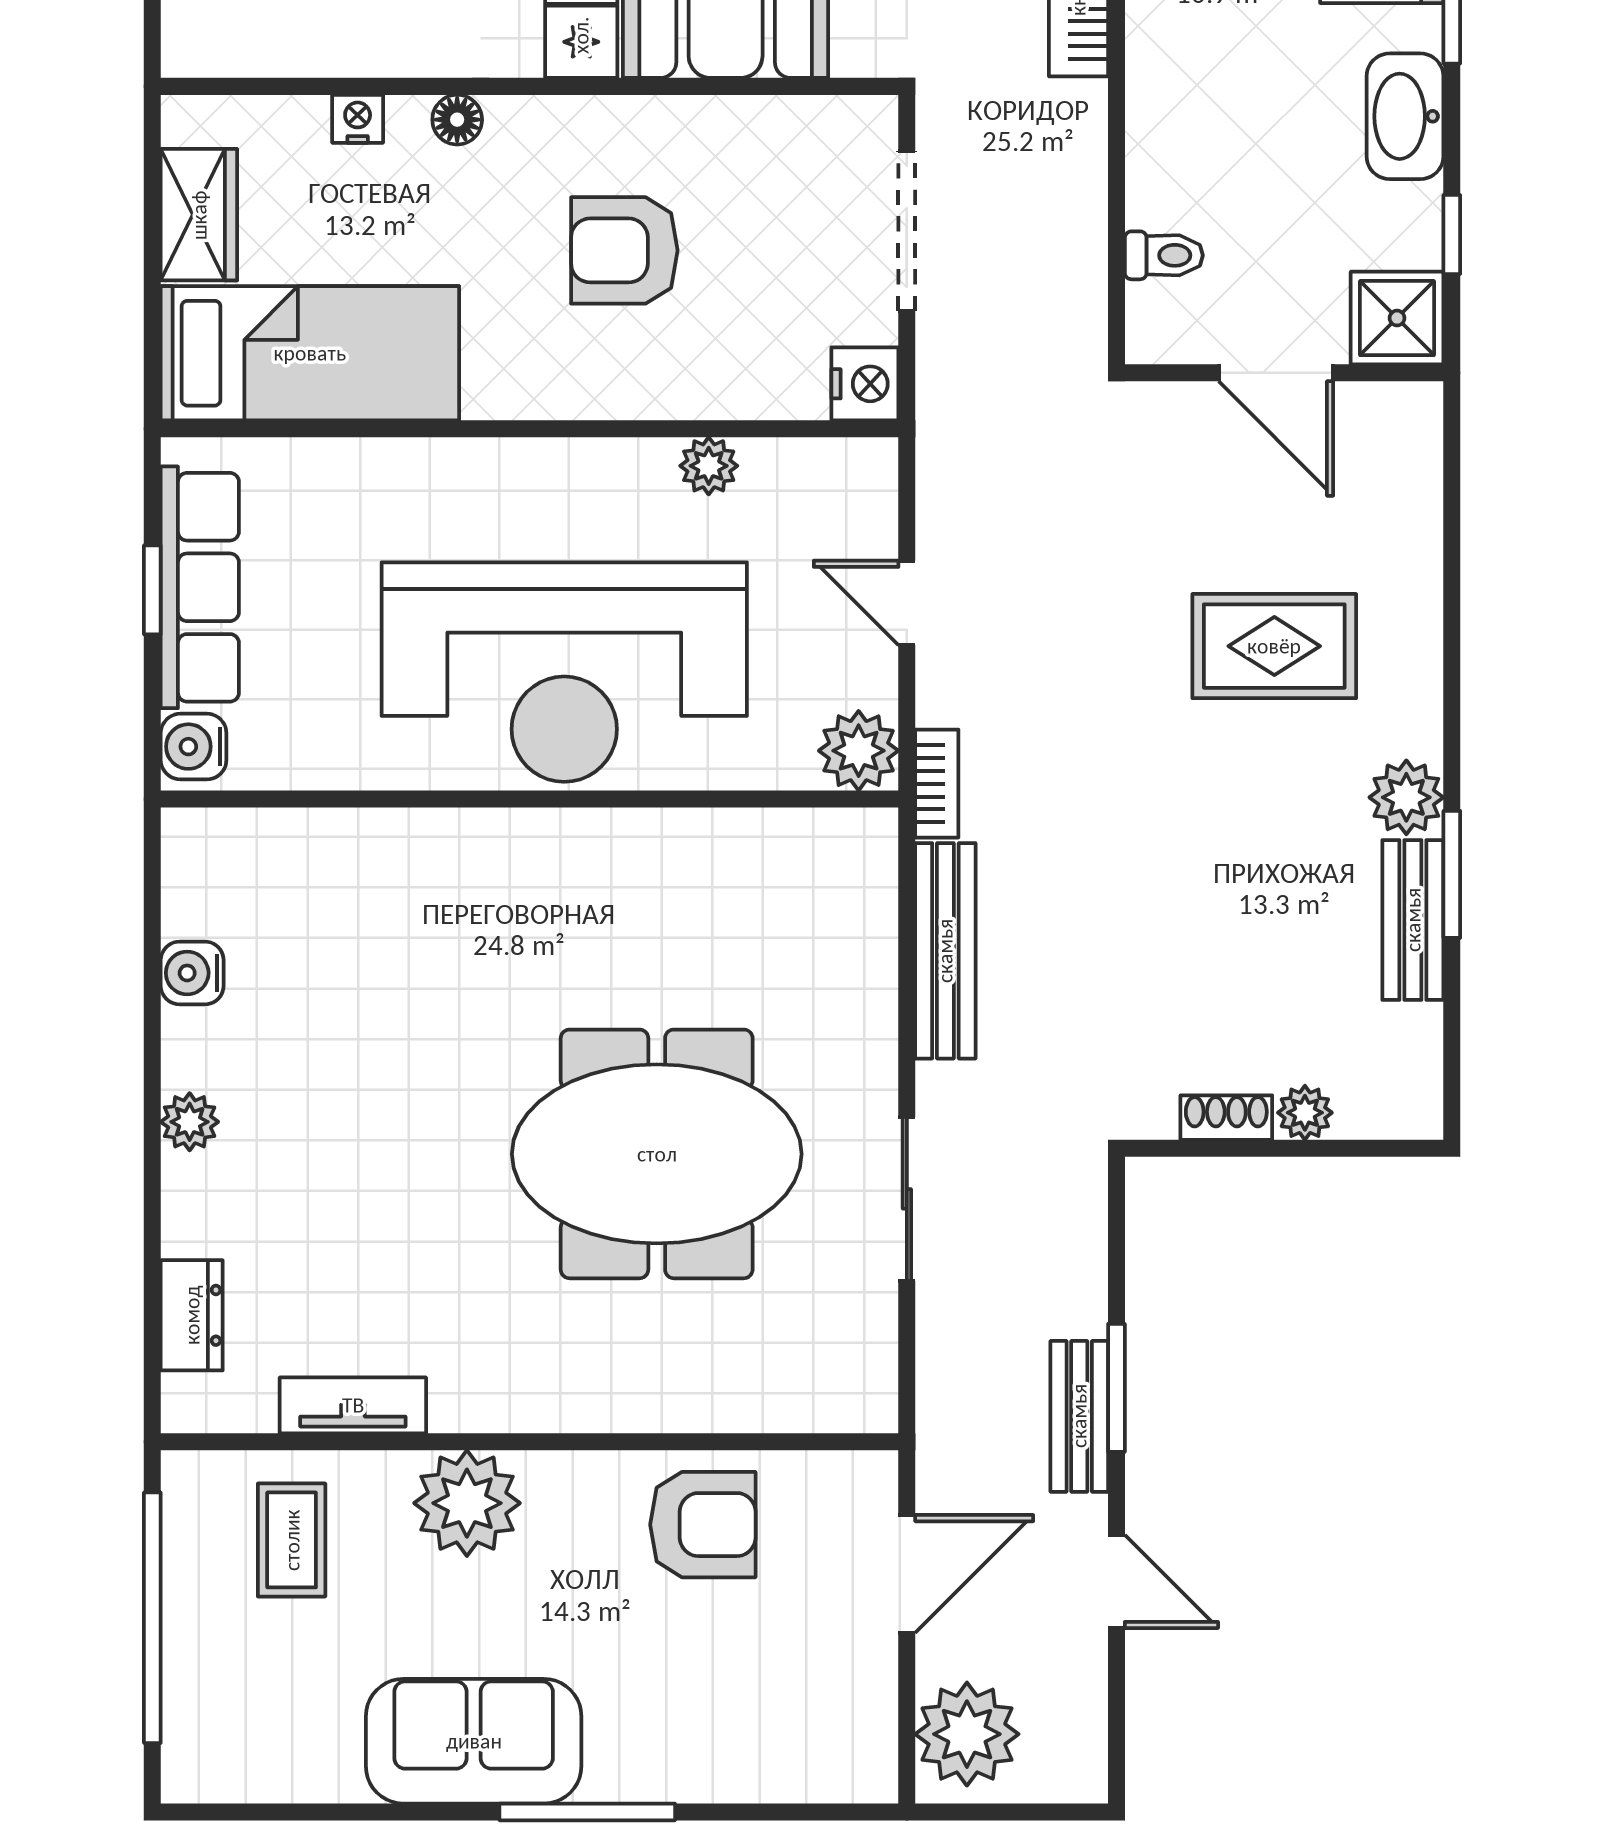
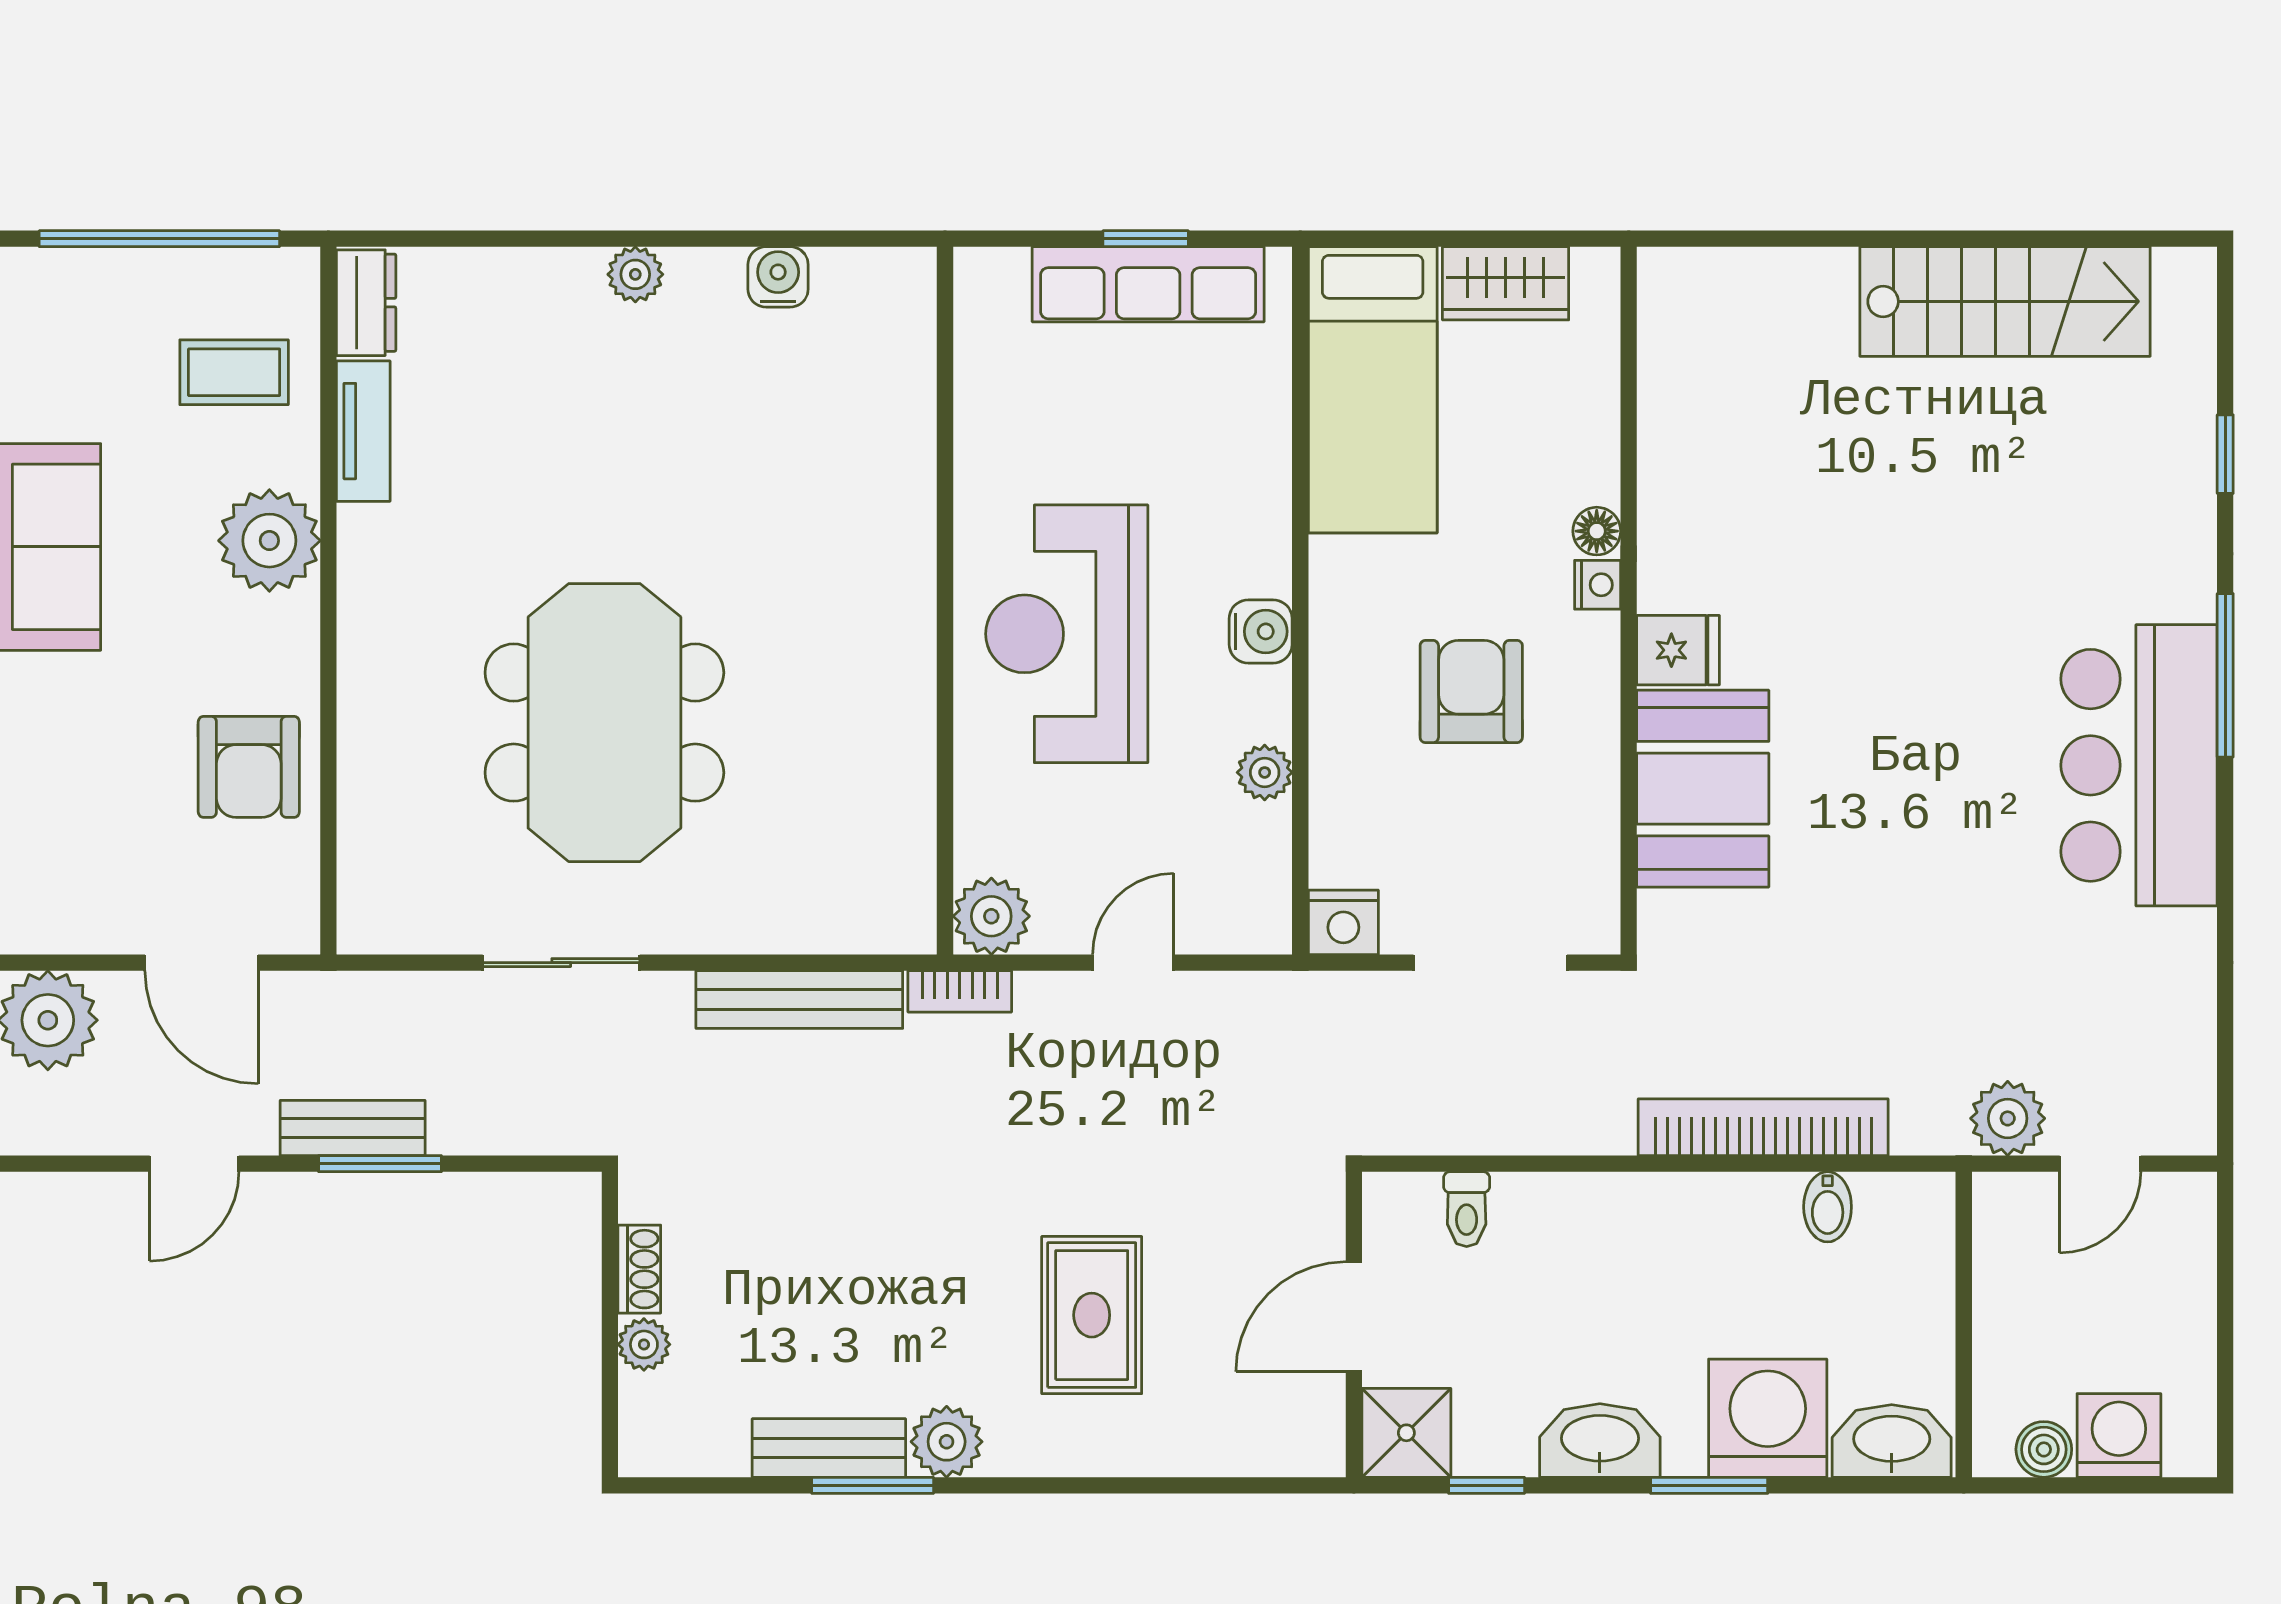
nightstand: (358, 119) -> (1598, 585), moved
reception desk: (564, 672) -> (1067, 634), width x0.74, depth x0.77
water cooler: (194, 747) -> (1261, 631), moved, turned 90
dresser: (192, 1315) -> (366, 303), moved, turned -90

